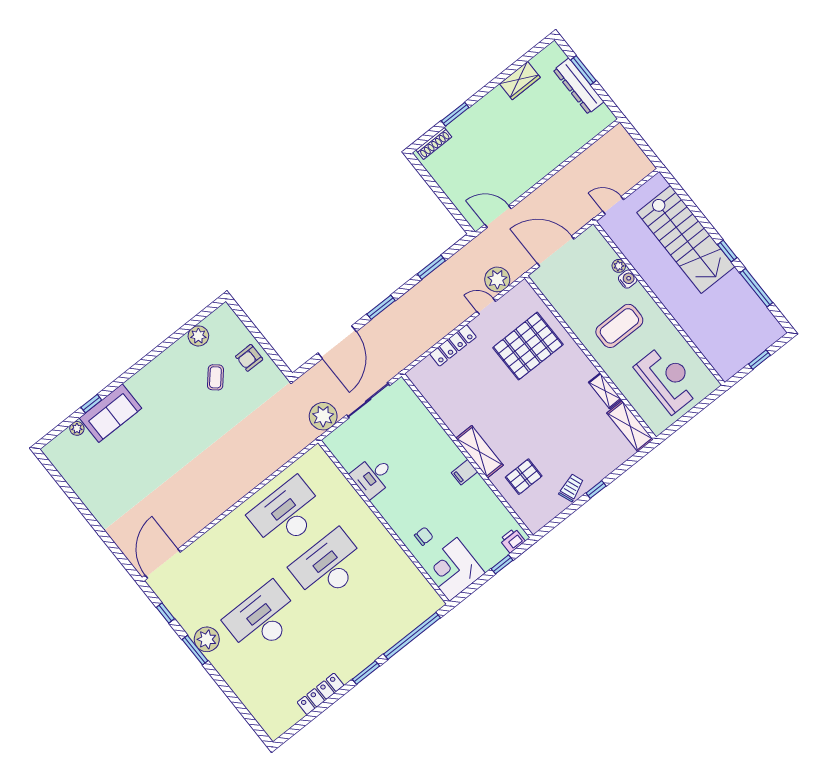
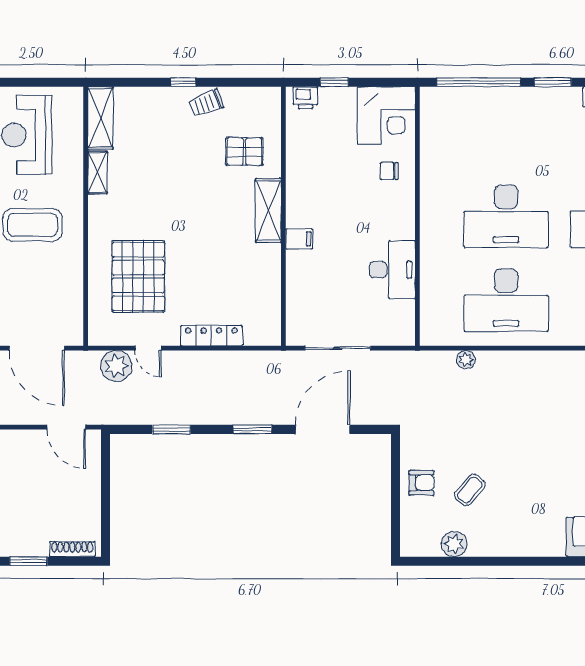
pallet: (528, 346) -> (138, 276), turned 90
plant: (323, 416) -> (466, 360), moved, width x0.53, depth x0.53
filing cabinet: (464, 472) -> (299, 239), moved
desk: (373, 476) -> (392, 270), width x1.37

